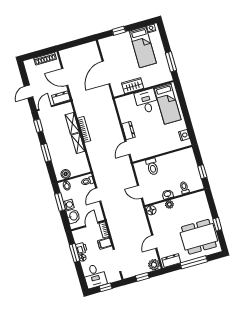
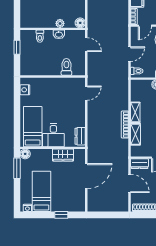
floor lamp: (167, 77) -> (25, 154), added
dresser: (129, 131) -> (80, 136), moved

